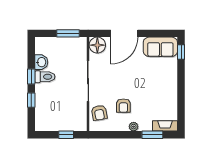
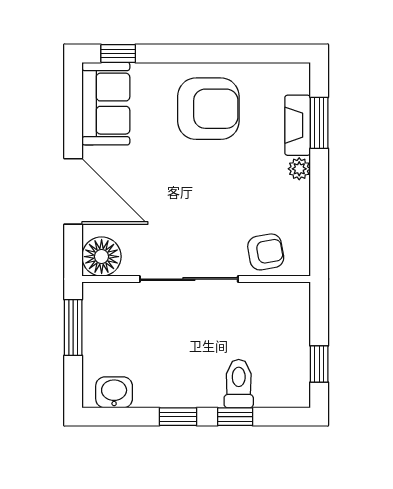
washbasin: (41, 62) -> (114, 392), moved
toilet: (45, 77) -> (239, 384), moved
armchair: (123, 106) -> (208, 109), moved, width x1.88, depth x1.88
fireplace: (165, 126) -> (298, 125), moved
window: (66, 135) -> (319, 364), moved

